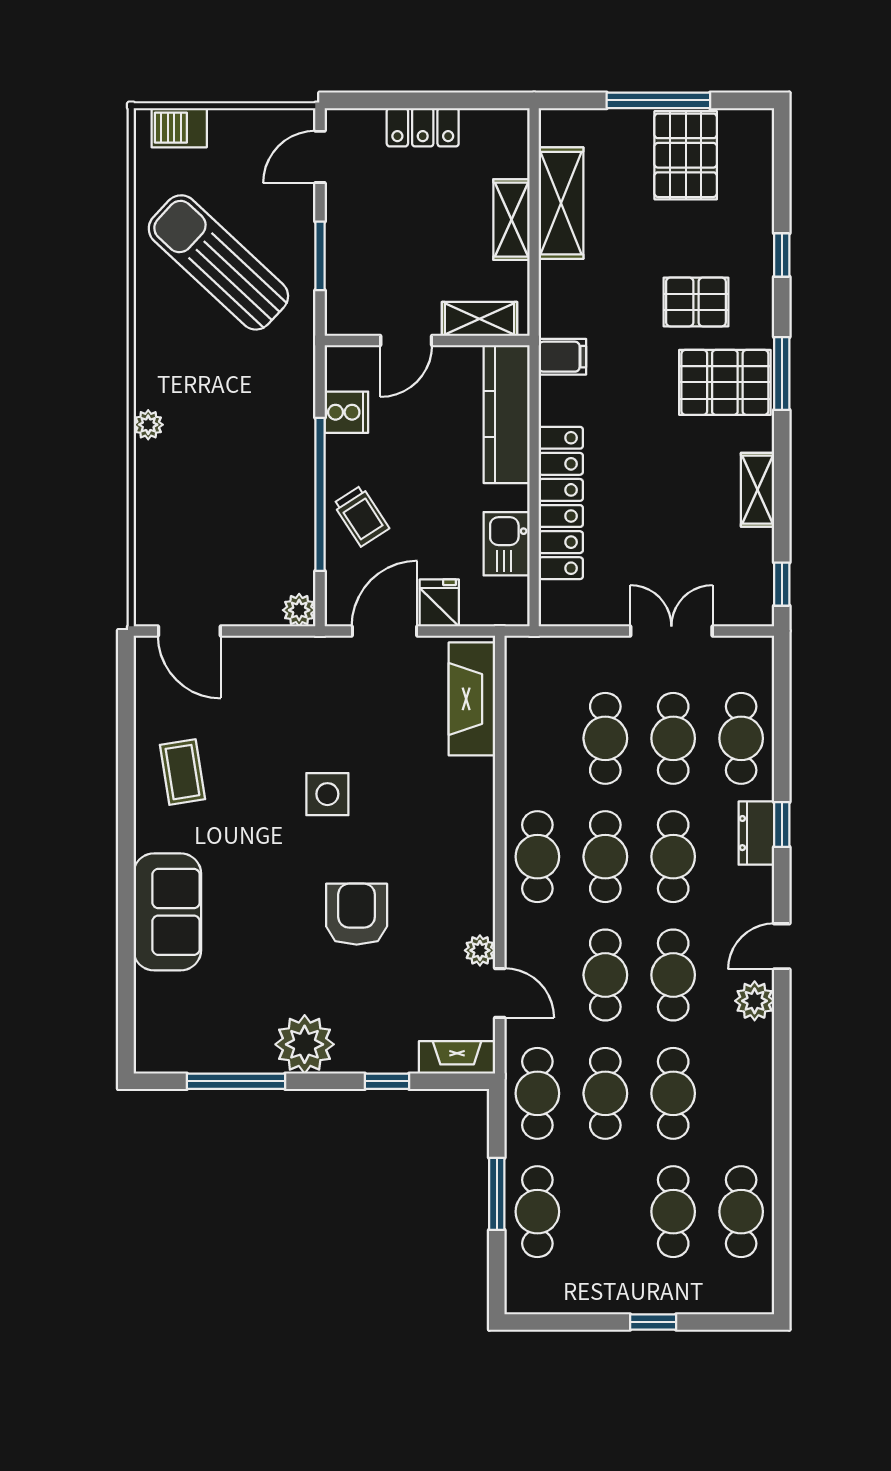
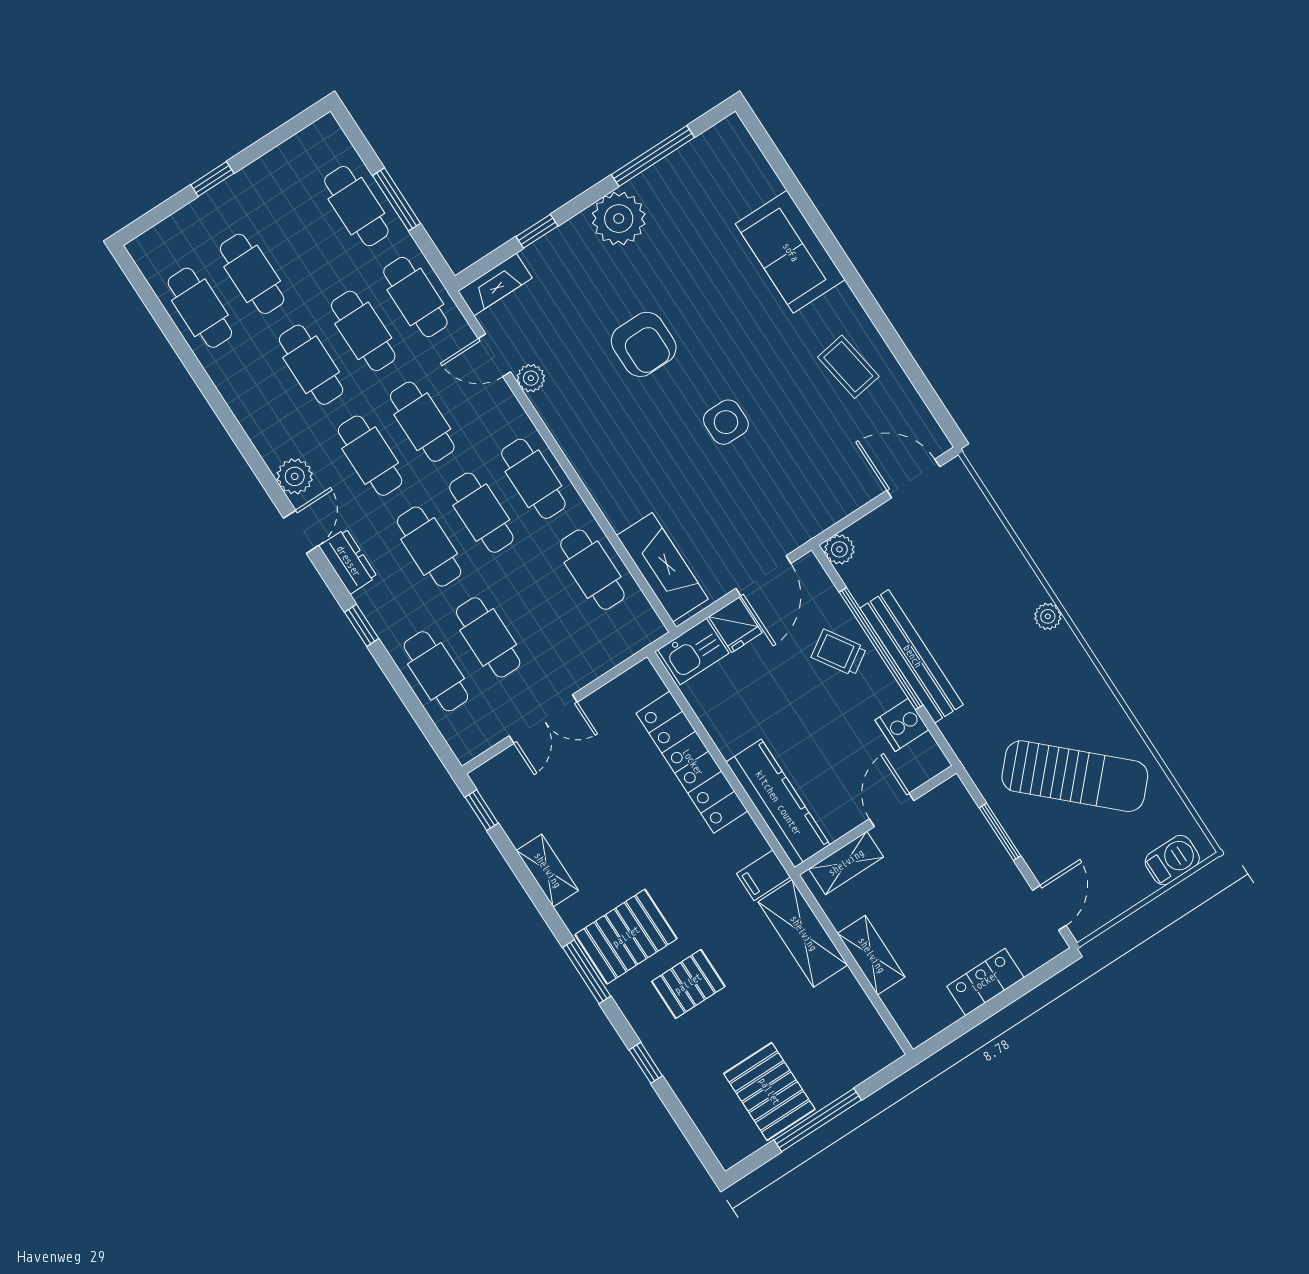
shelving: (561, 203) -> (803, 933), moved
bench: (297, 469) -> (912, 656), added
kitchen sink: (507, 544) -> (693, 652), moved, turned 90
cafe table: (605, 738) -> (592, 570), moved
dresser: (756, 833) -> (348, 561), moved

